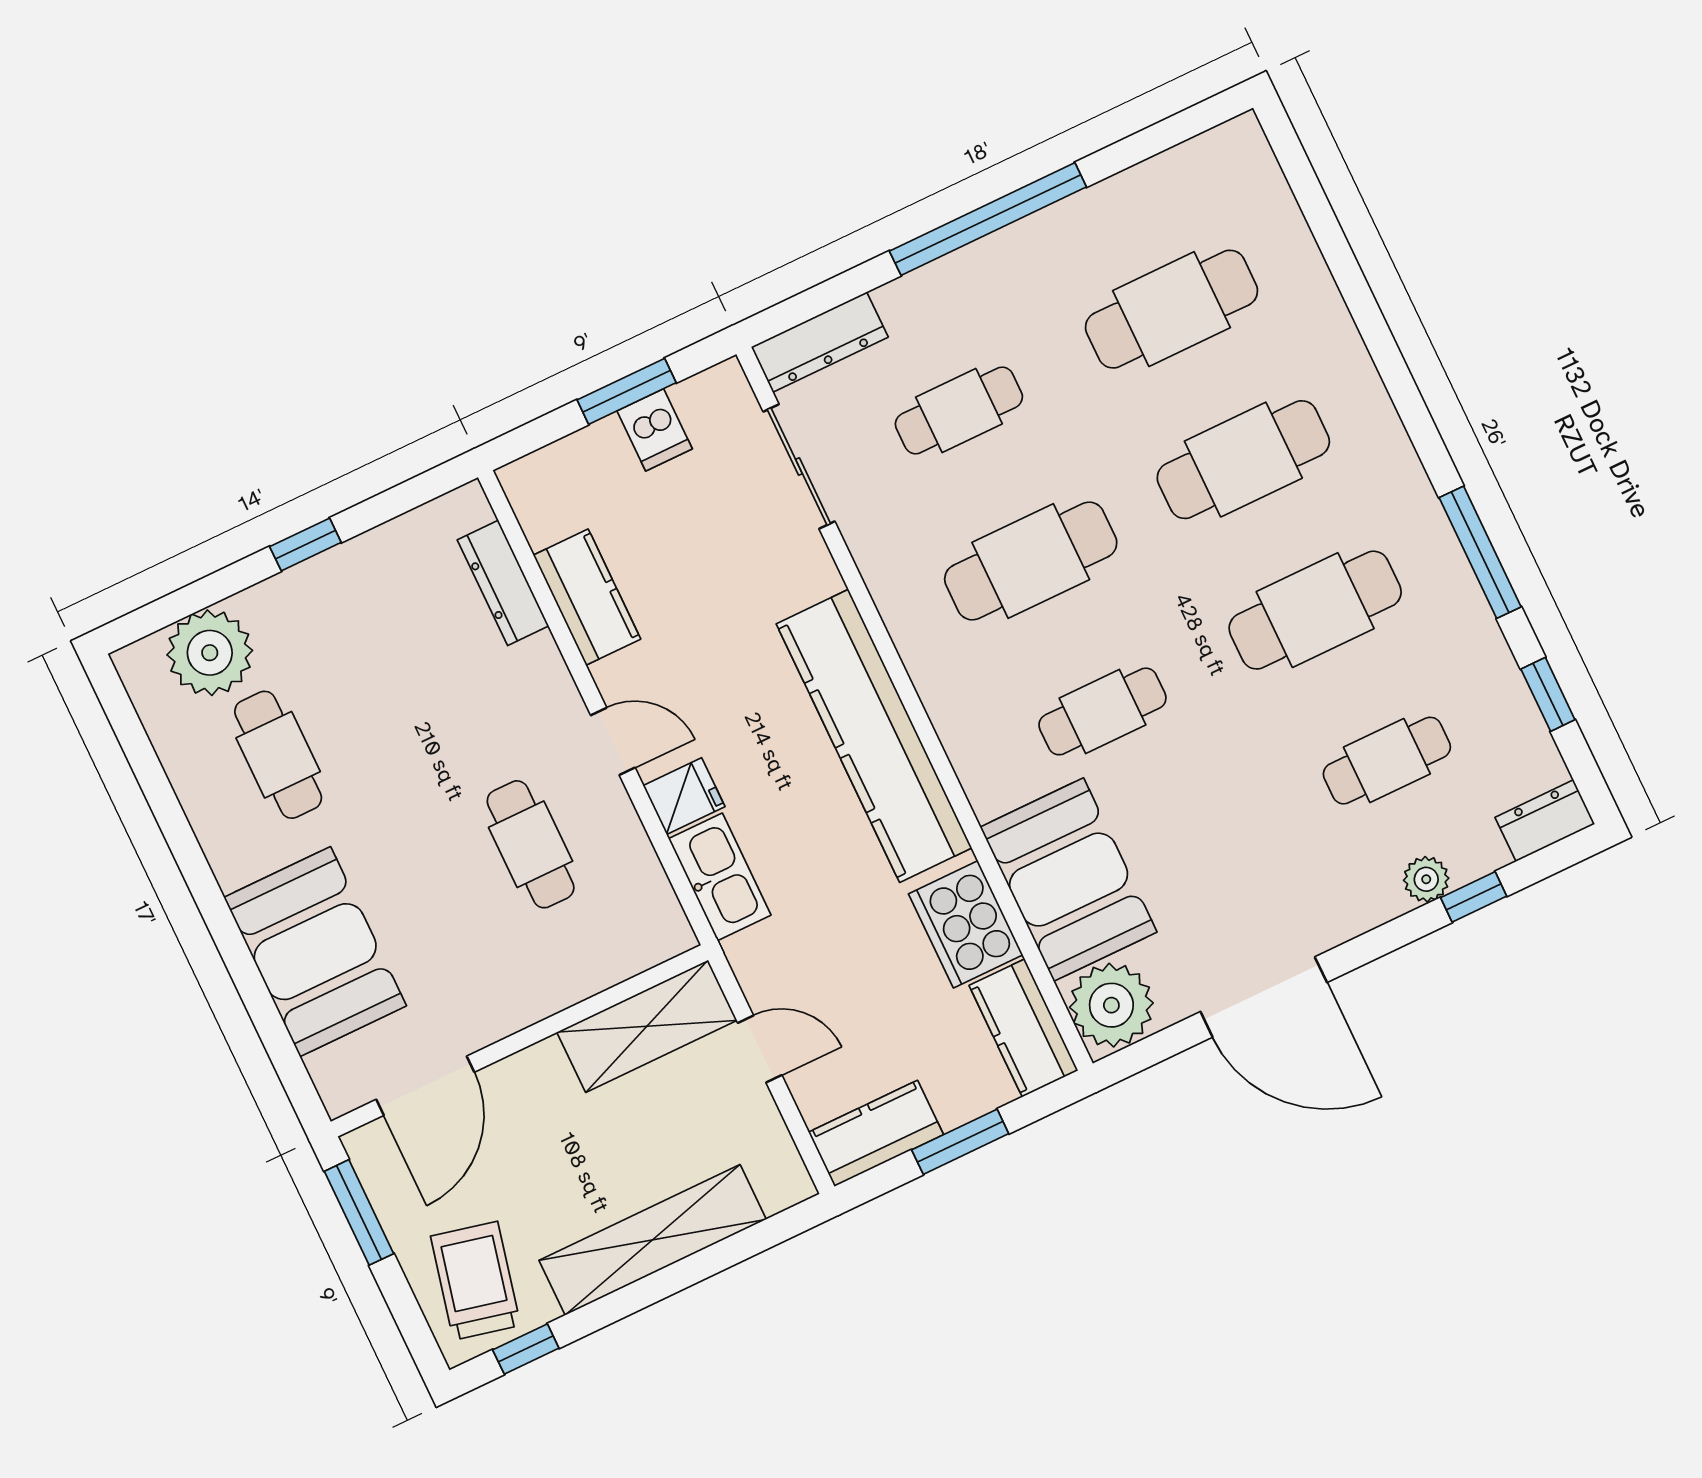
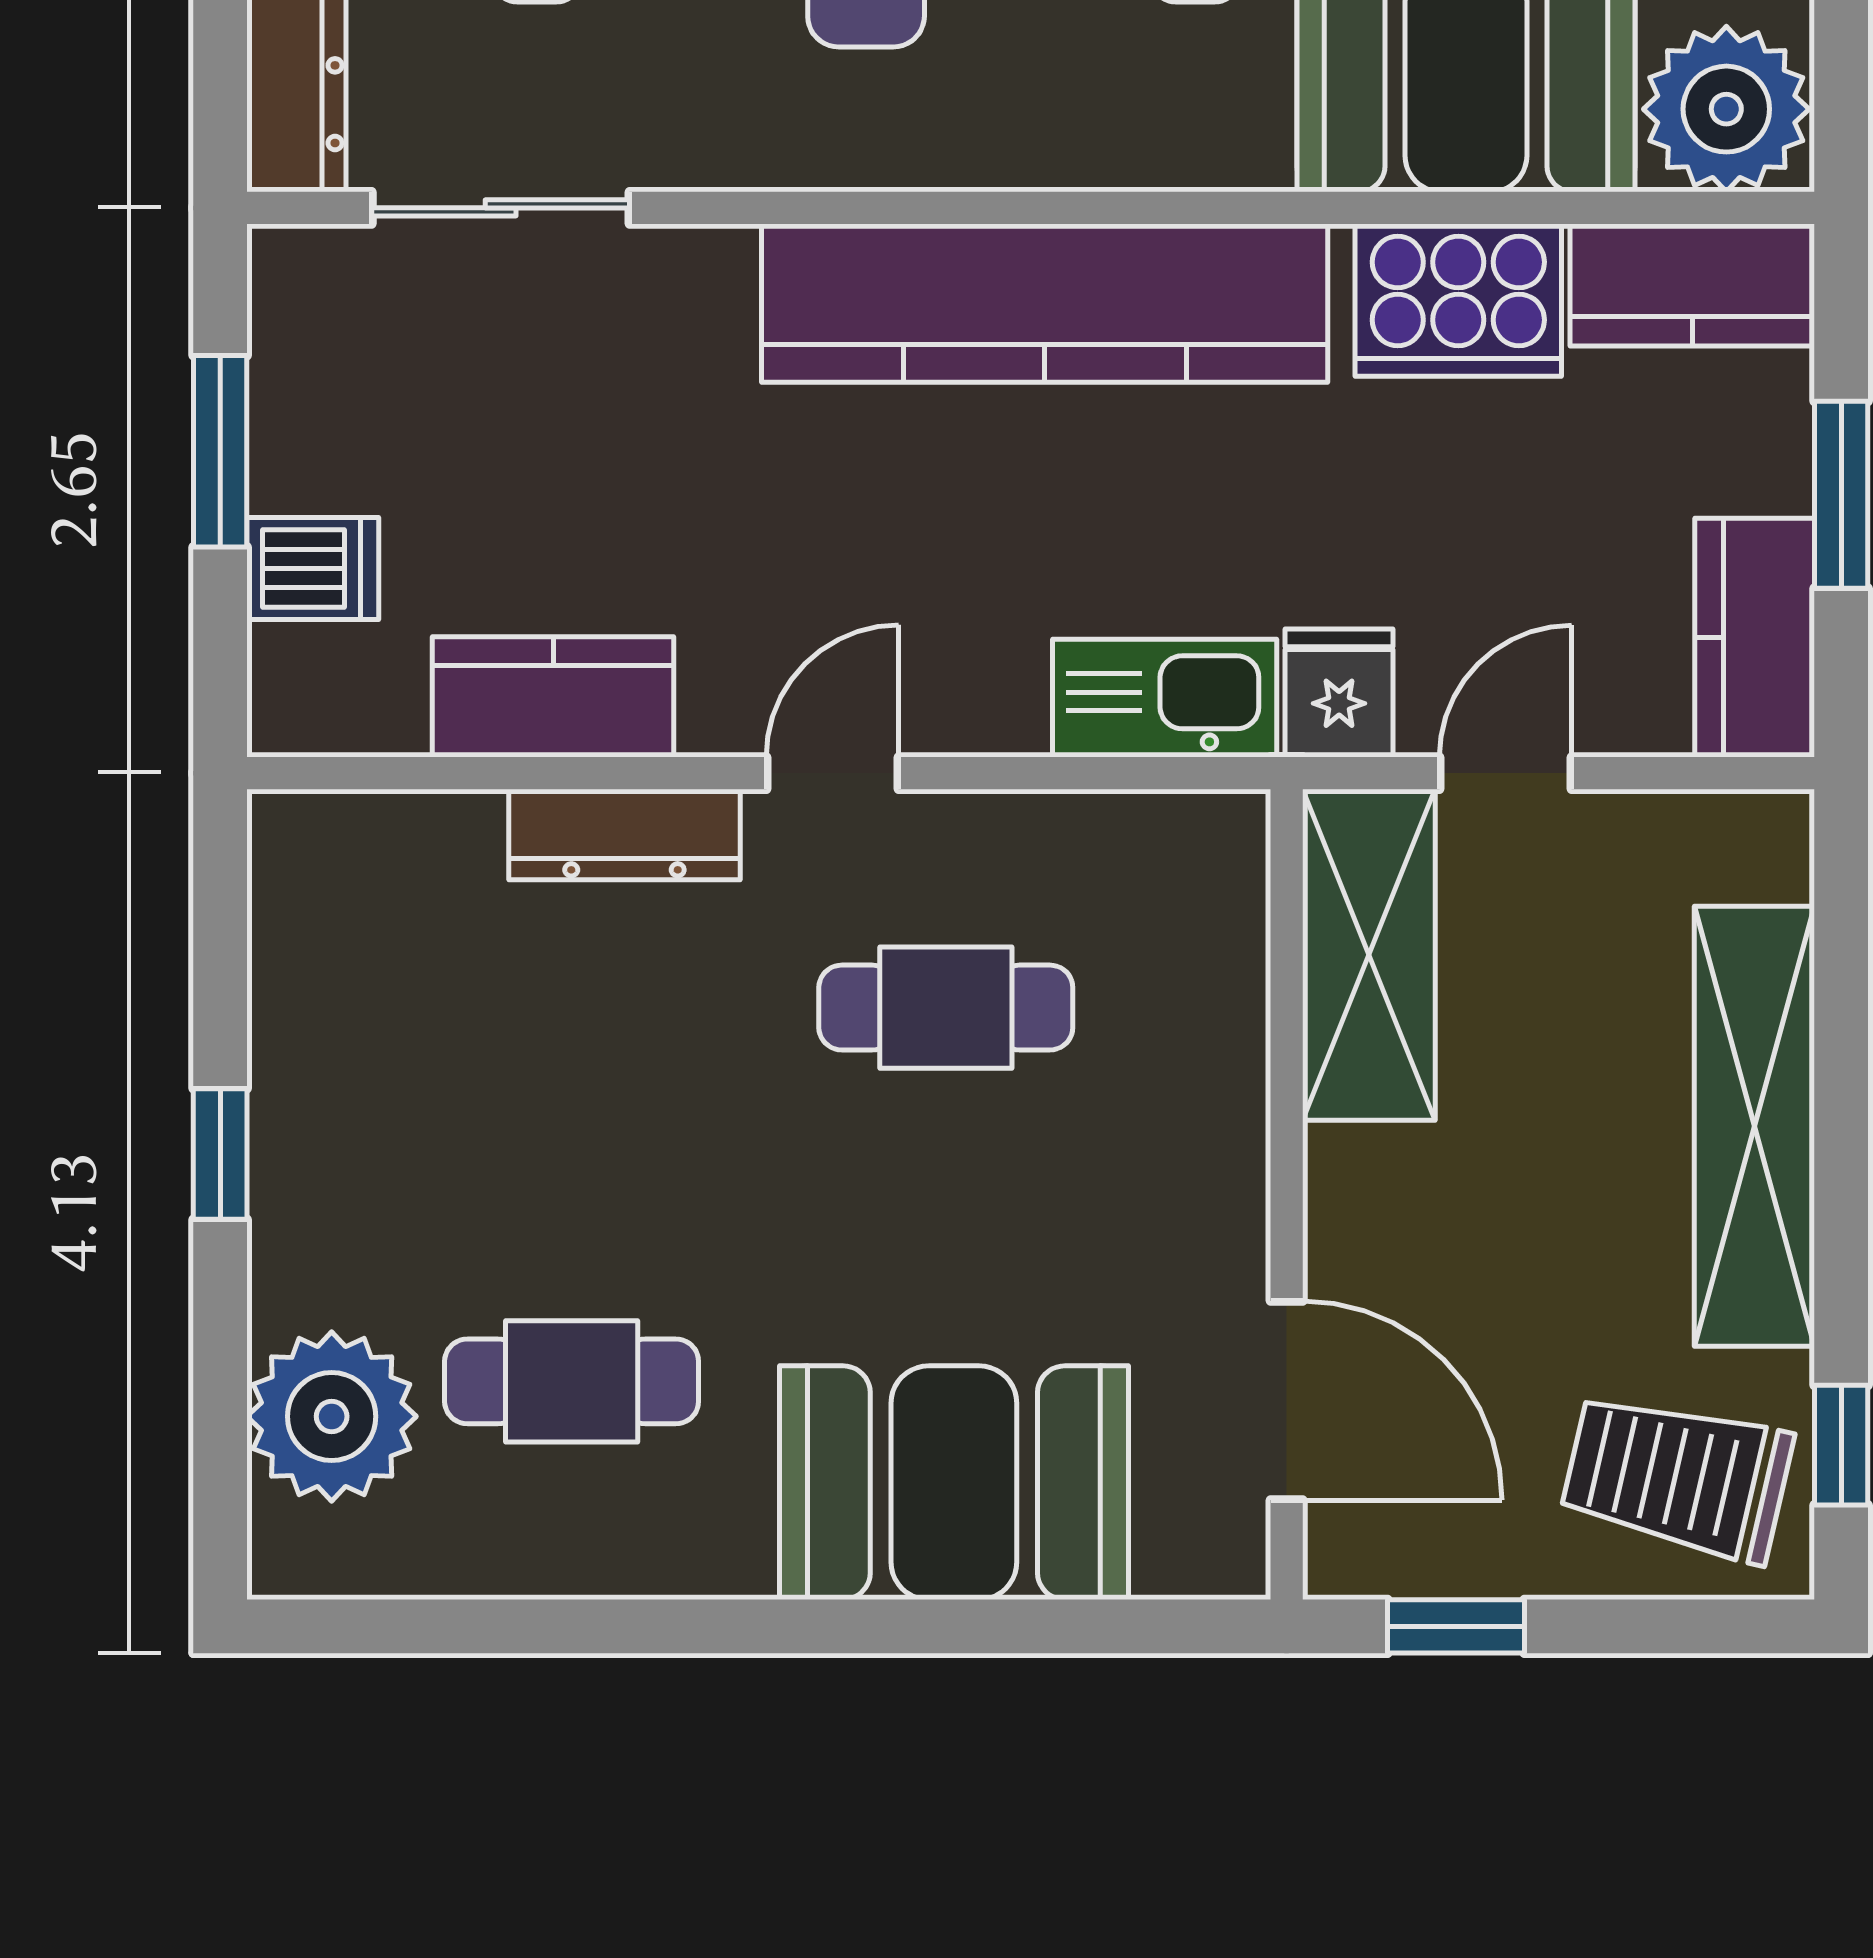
dishwasher: (655, 430) -> (313, 569), moved
dresser: (503, 583) -> (624, 834), moved
fridge: (684, 796) -> (1339, 693), moved
window: (359, 1212) -> (1456, 1626), width x0.67

